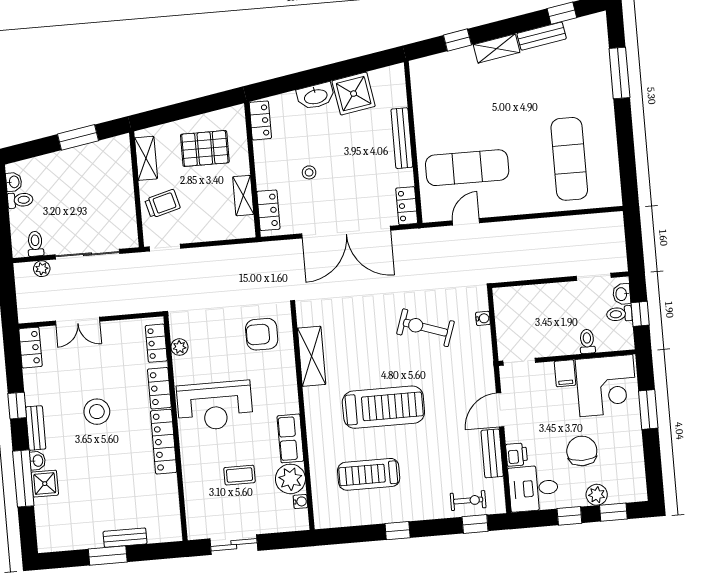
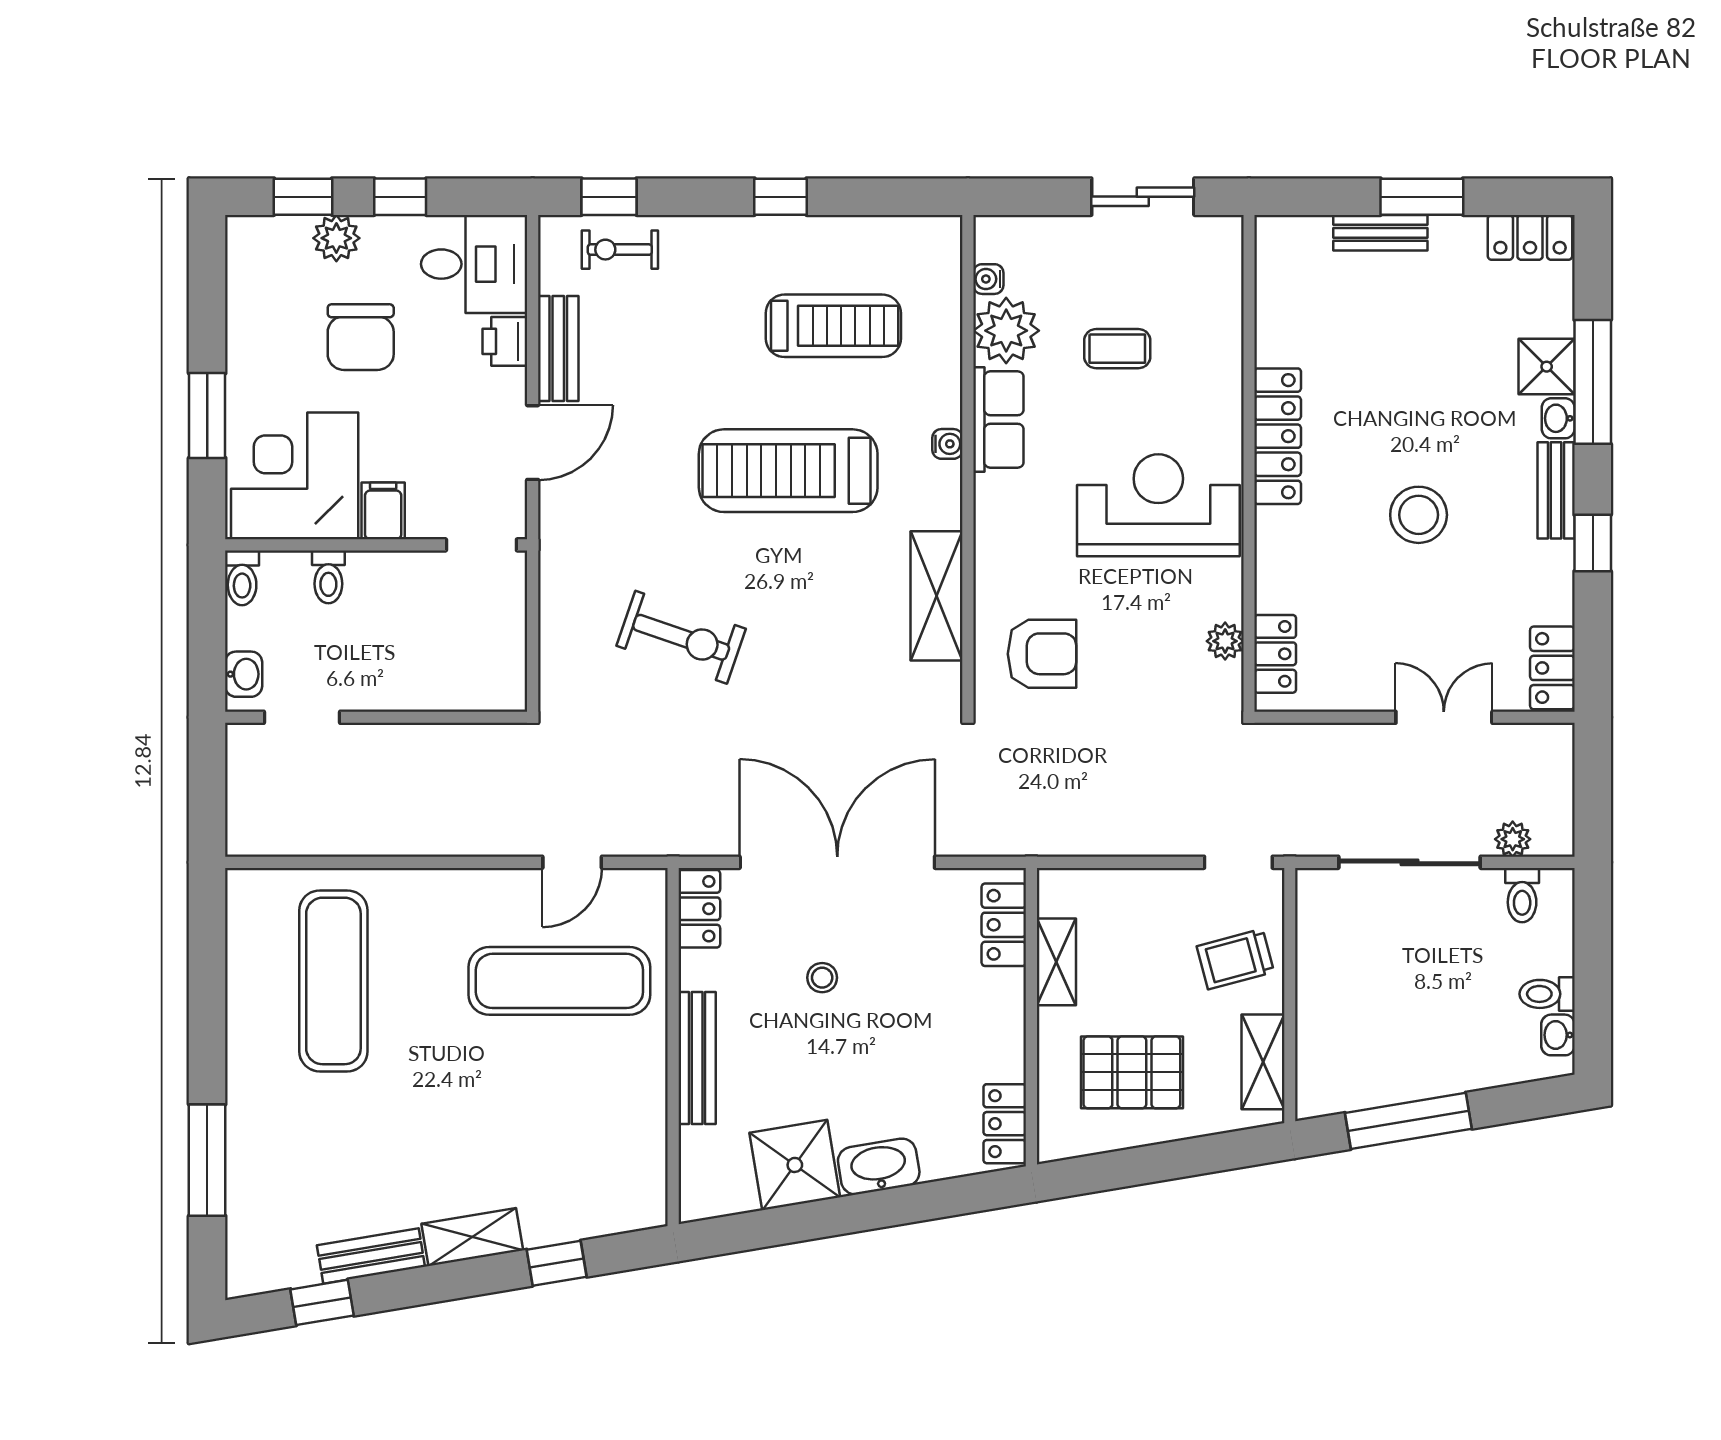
window: (78, 137) -> (1408, 1121), width x1.44
stool: (309, 172) -> (822, 978), moved
toilet: (619, 314) -> (242, 578), moved, turned 90
window: (640, 314) -> (207, 627), removed
water cooler: (483, 318) -> (947, 444), moved, turned 180
locker: (159, 388) -> (1530, 237), moved, turned 90

